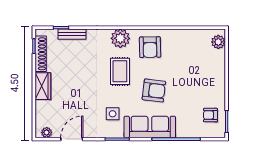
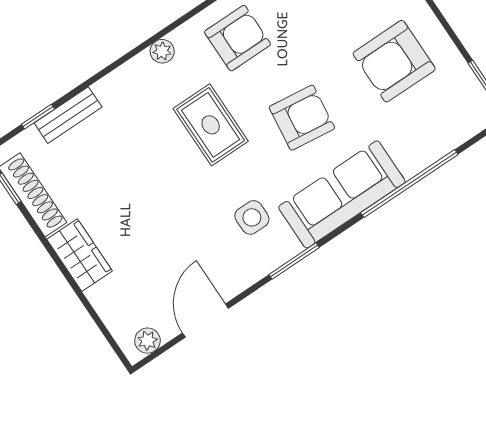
plant: (120, 38) -> (162, 51), width x0.53, depth x0.53
armchair: (150, 47) -> (238, 38), turned -89
armchair: (210, 115) -> (394, 61), moved, width x1.88, depth x1.88

